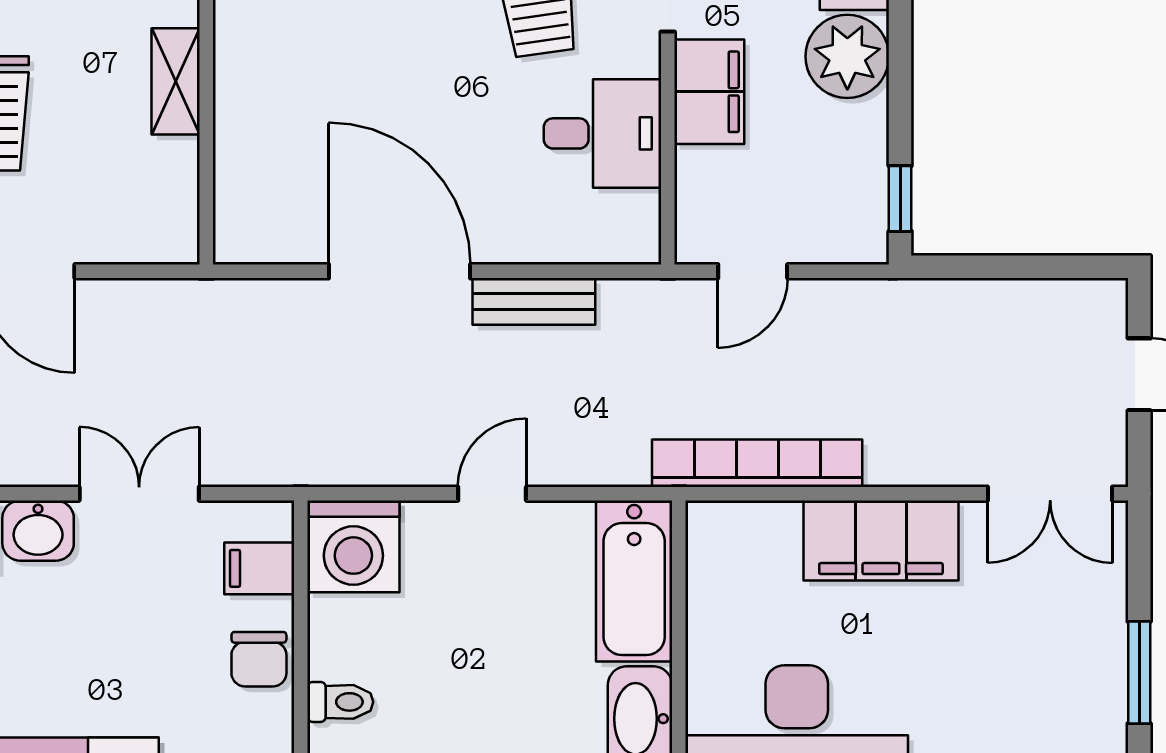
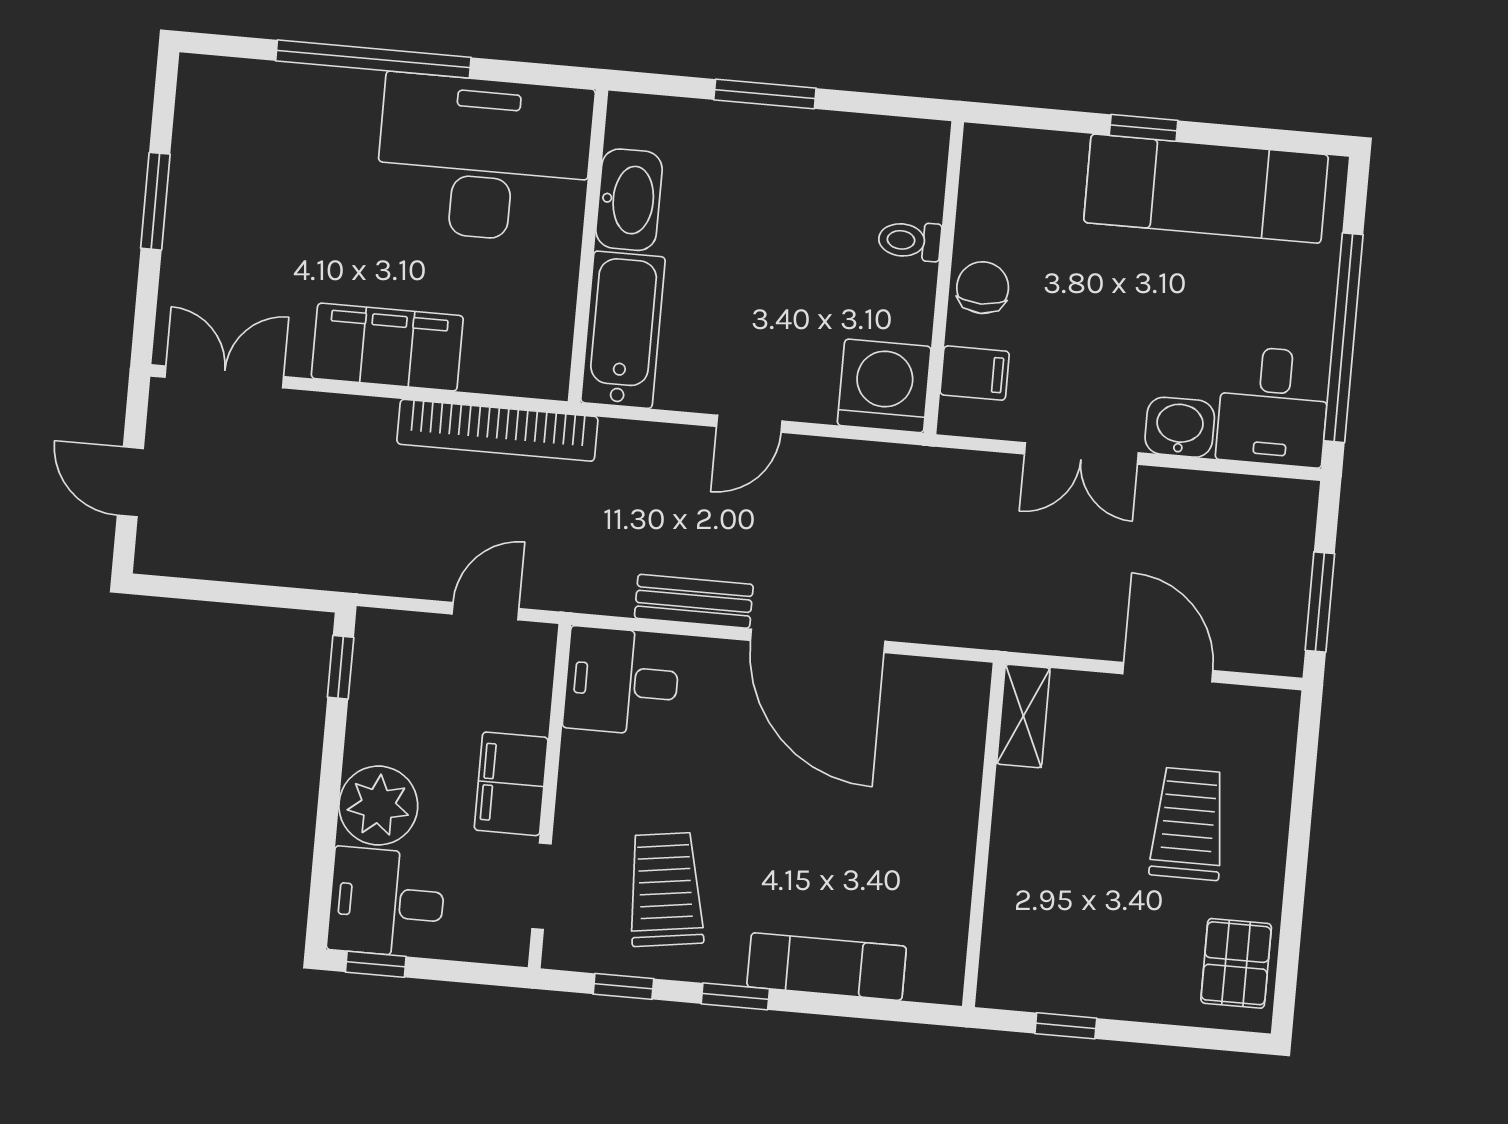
shelving: (176, 81) -> (1023, 716), moved
desk: (602, 133) -> (622, 681), moved

